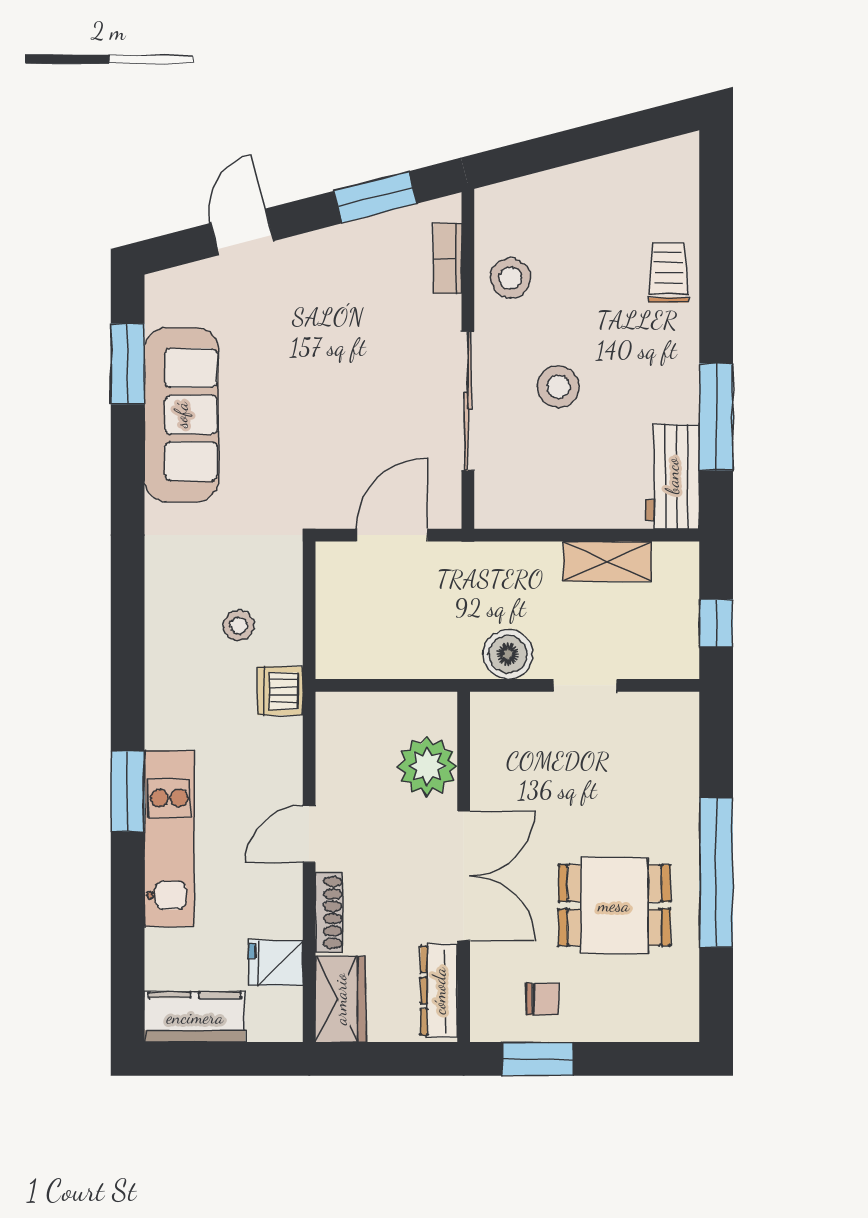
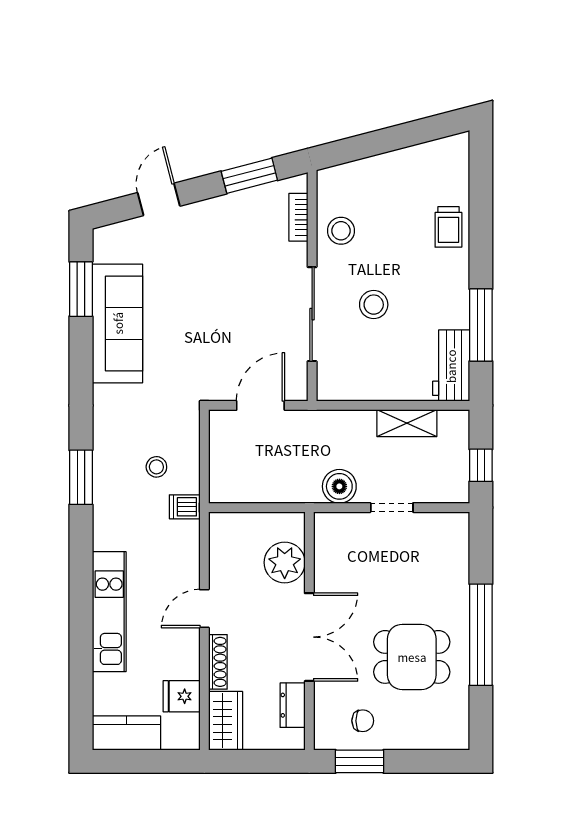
trolley: (668, 273) -> (448, 227), turned 180
dishwasher: (280, 691) -> (185, 507), width x0.73
window: (128, 791) -> (81, 477), moved
dresser: (439, 991) -> (293, 705), width x0.70

